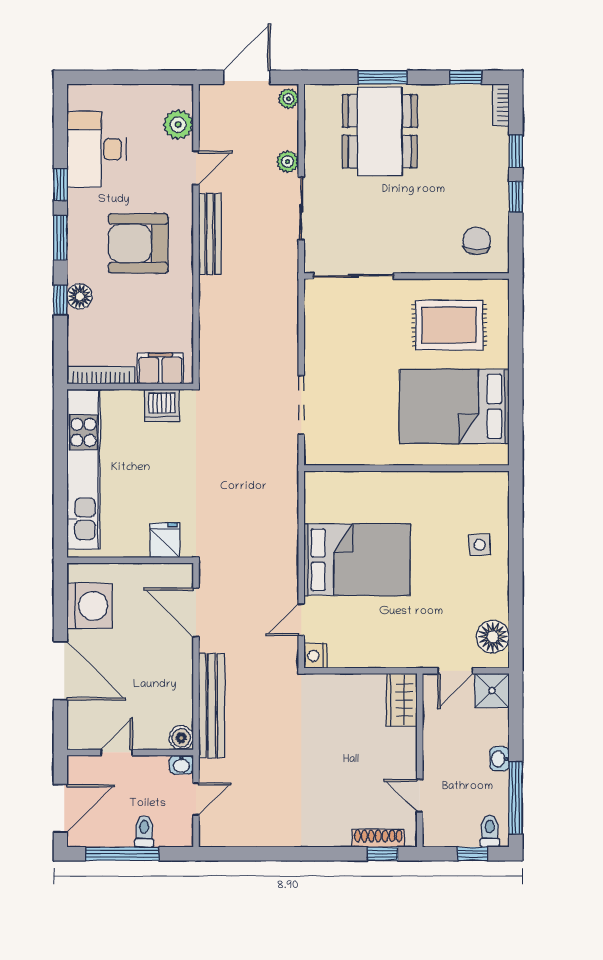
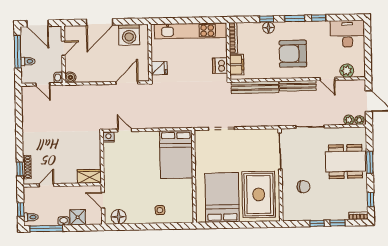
desk: (97, 149) -> (347, 34), moved
plant: (287, 162) -> (349, 120), moved
chair: (477, 241) -> (303, 187), moved
armchair: (138, 243) -> (293, 54), turned -90
rug: (449, 325) -> (259, 194), width x1.37, depth x1.44
bed: (357, 560) -> (176, 154), moved
shower: (492, 691) -> (78, 217), moved
bench: (212, 706) -> (255, 87), moved
door: (117, 752) -> (63, 48), hinge flipped

